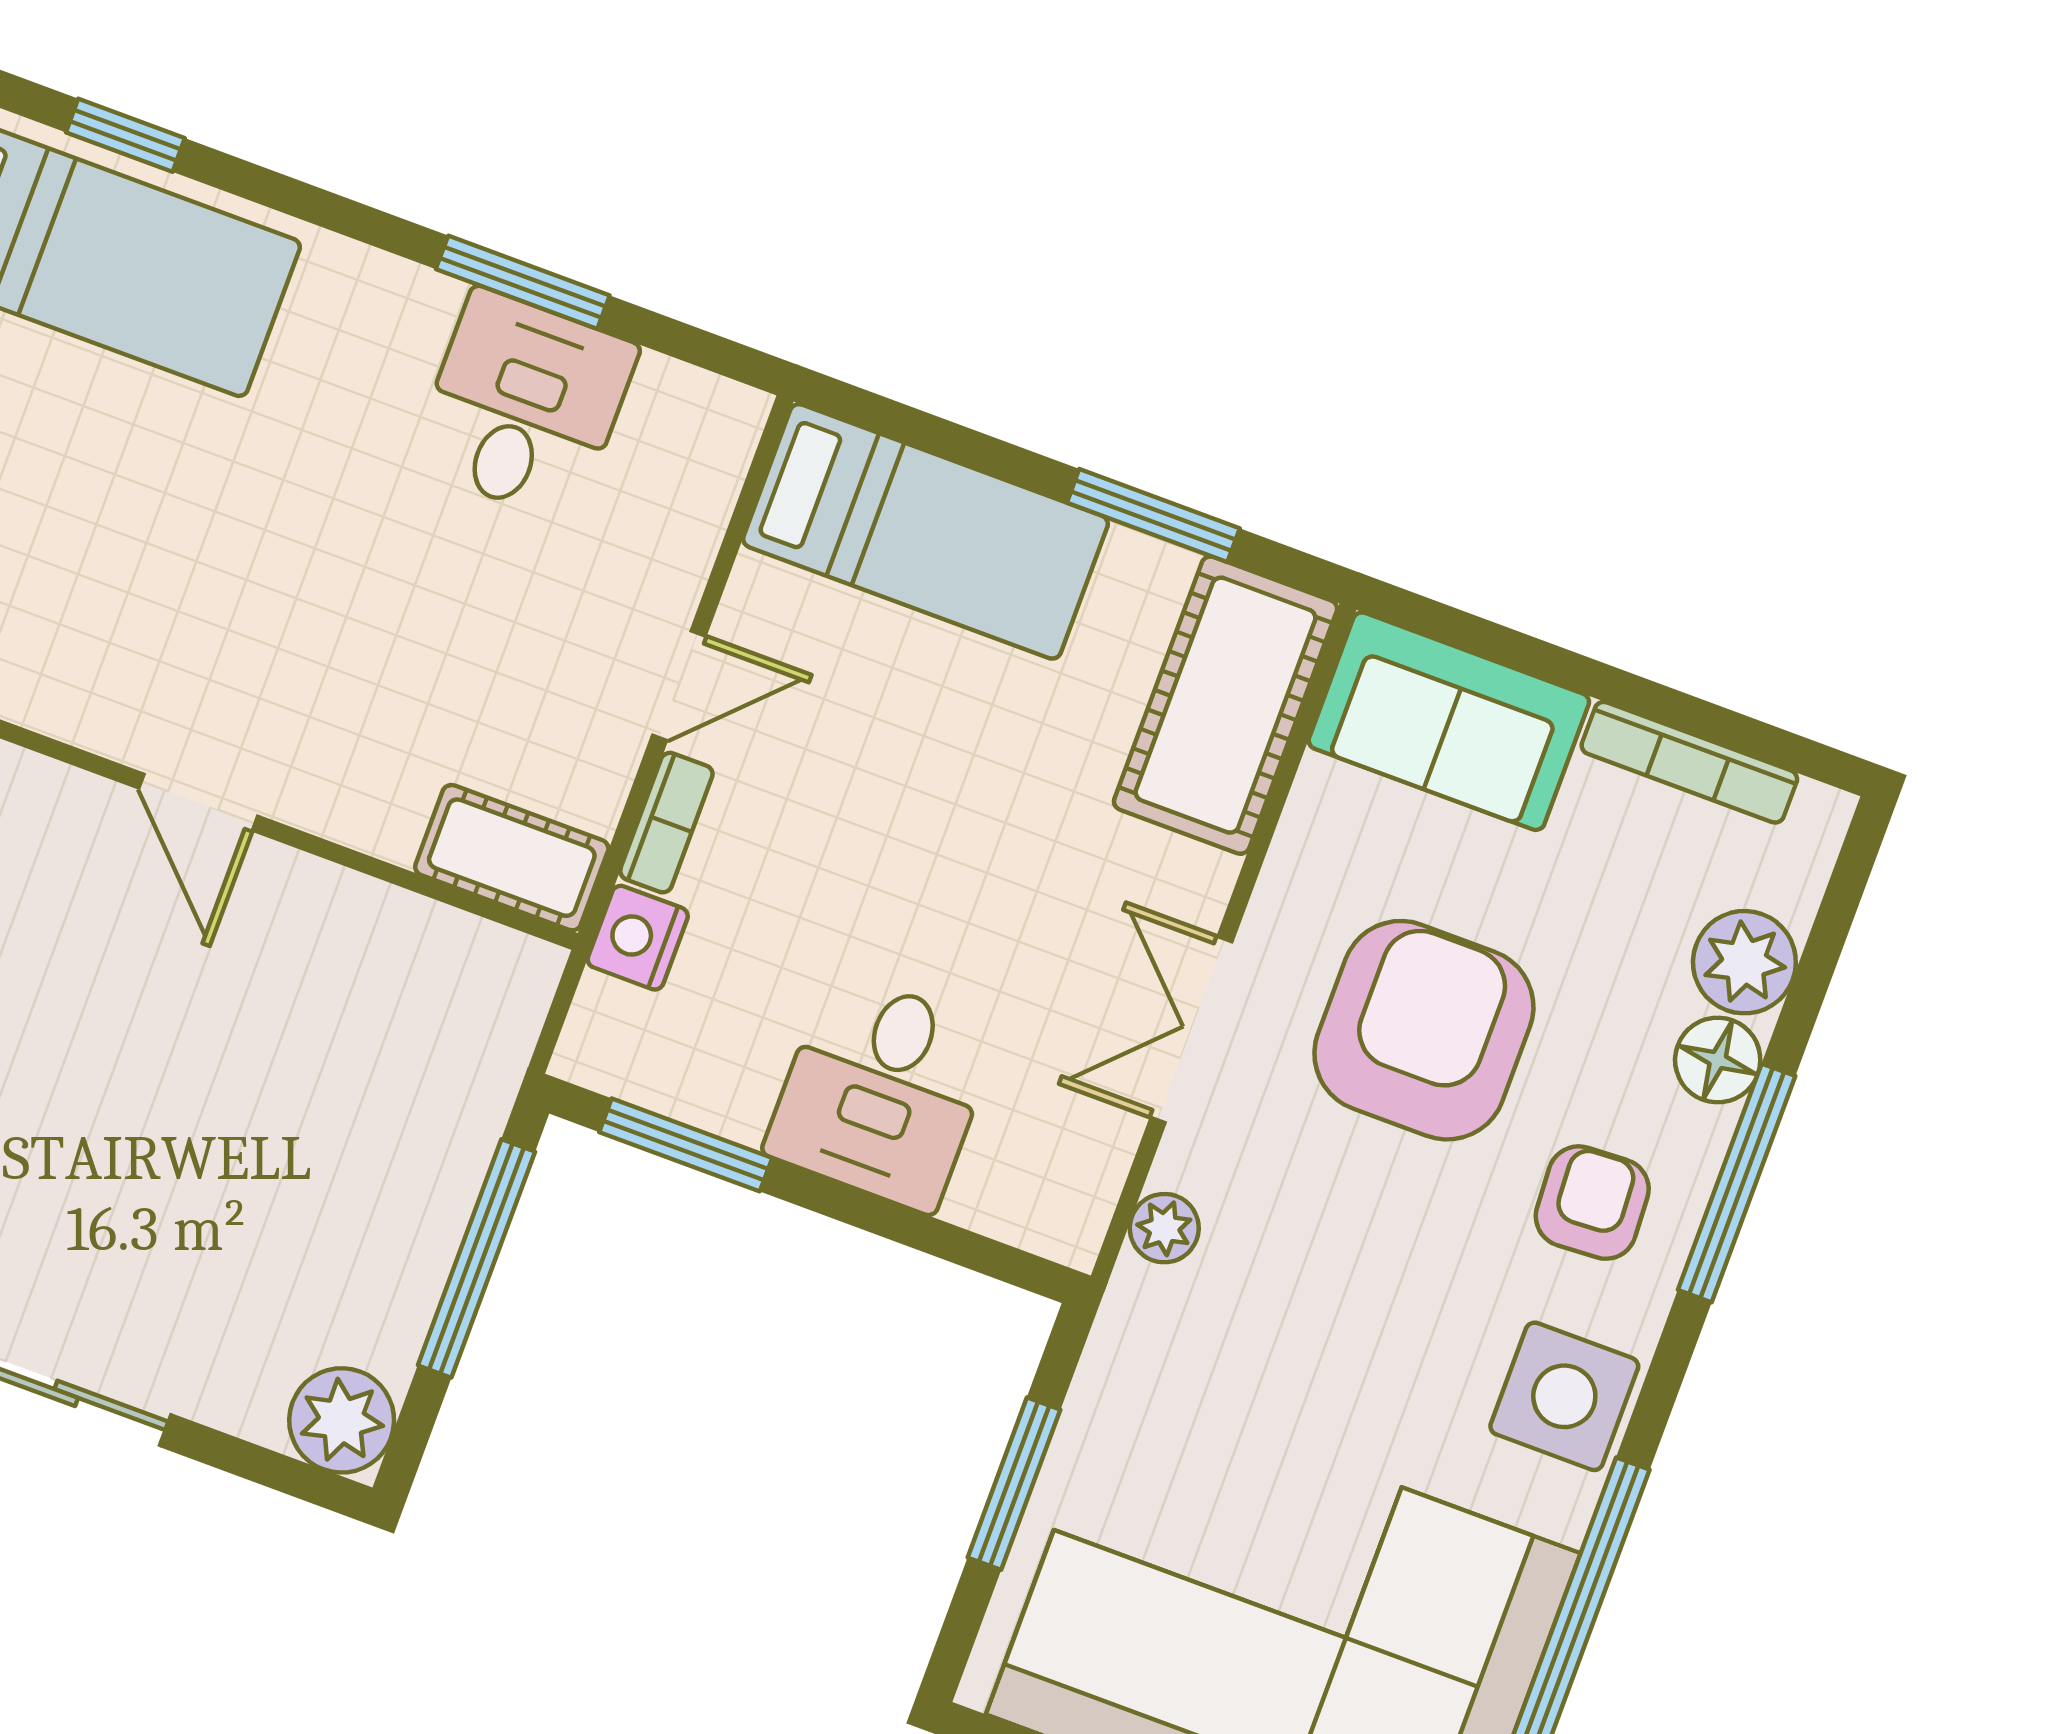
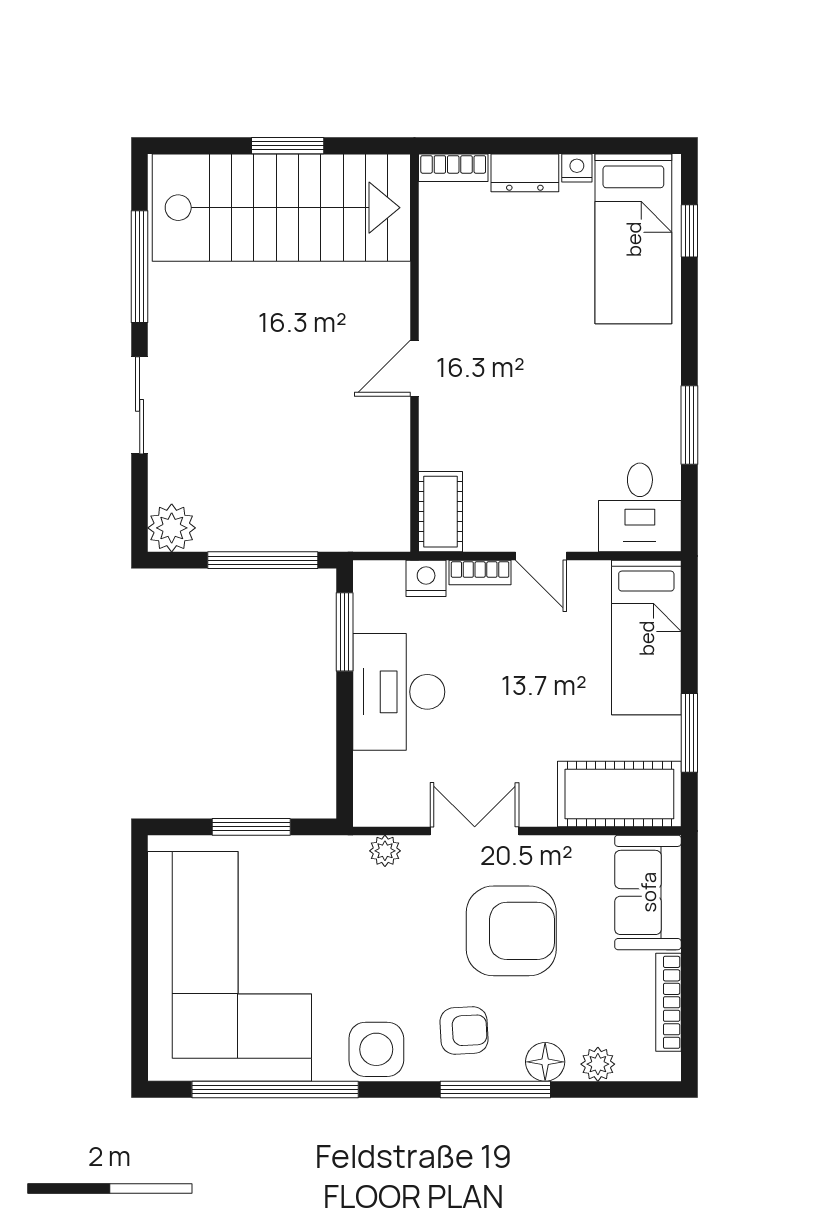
desk: (524, 405) -> (640, 507), moved, turned 90
plant: (1744, 962) -> (598, 1064), width x0.73, depth x0.73
desk: (882, 1091) -> (399, 692), width x1.37

